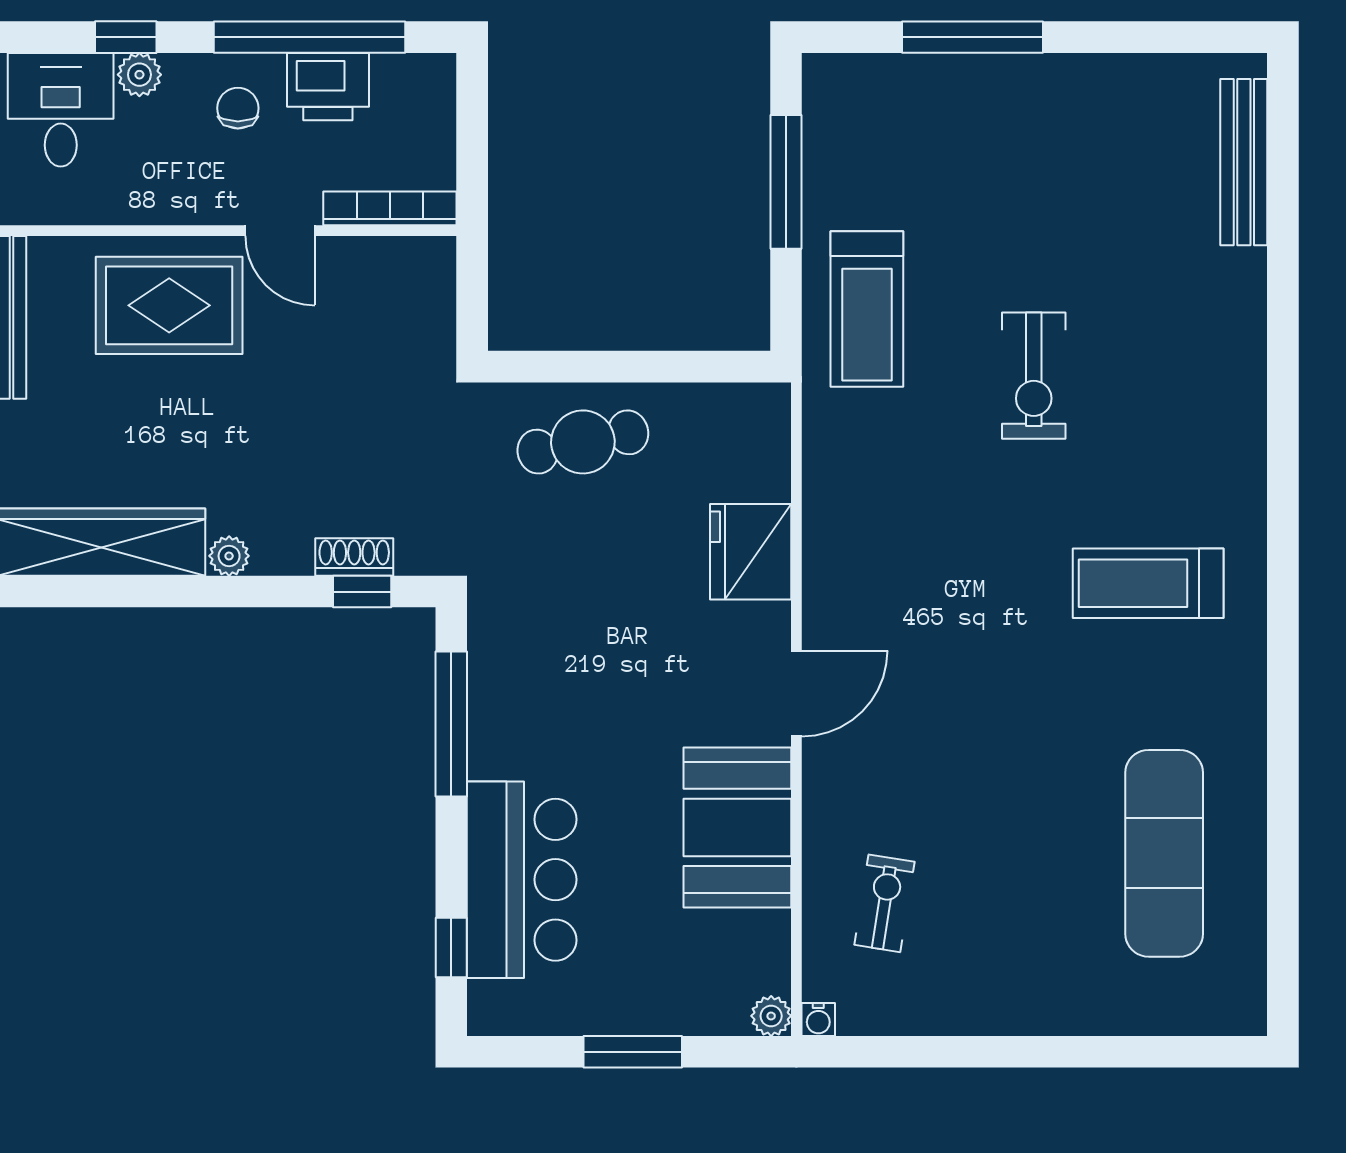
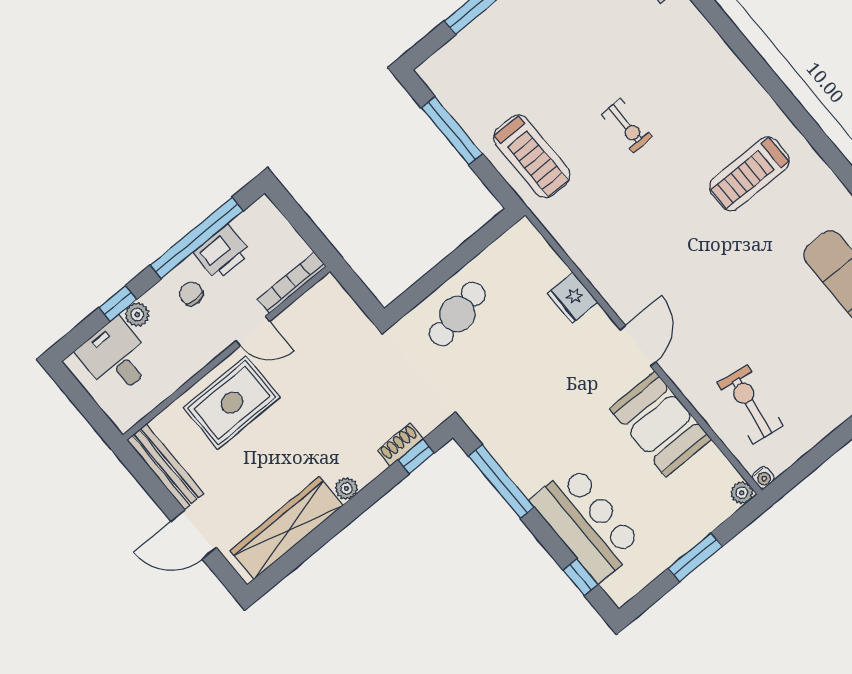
exercise bike: (1034, 376) -> (627, 126), width x0.73, depth x0.72
fridge: (751, 552) -> (572, 298), width x0.73, depth x0.75
exercise bike: (884, 903) -> (750, 404), width x1.38, depth x1.39

